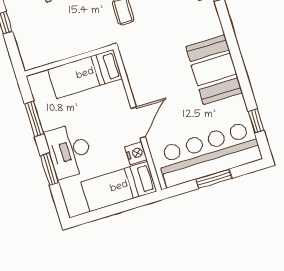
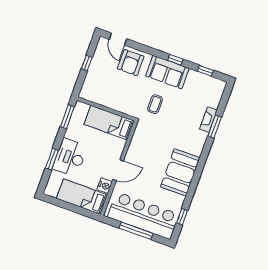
window: (34, 119) -> (67, 117), moved
window: (214, 179) -> (136, 231), width x1.44

